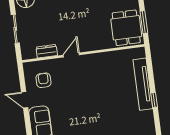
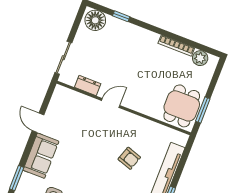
sliding door: (15, 29) -> (63, 58), moved
armchair: (43, 80) -> (129, 158), moved, turned 109

